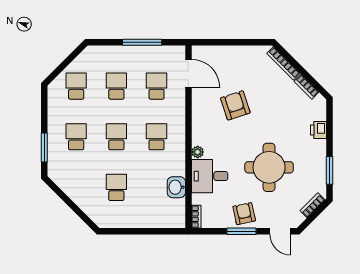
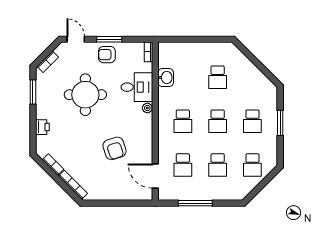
window: (44, 148) -> (280, 123), moved
armchair: (244, 214) -> (107, 55), turned 102

